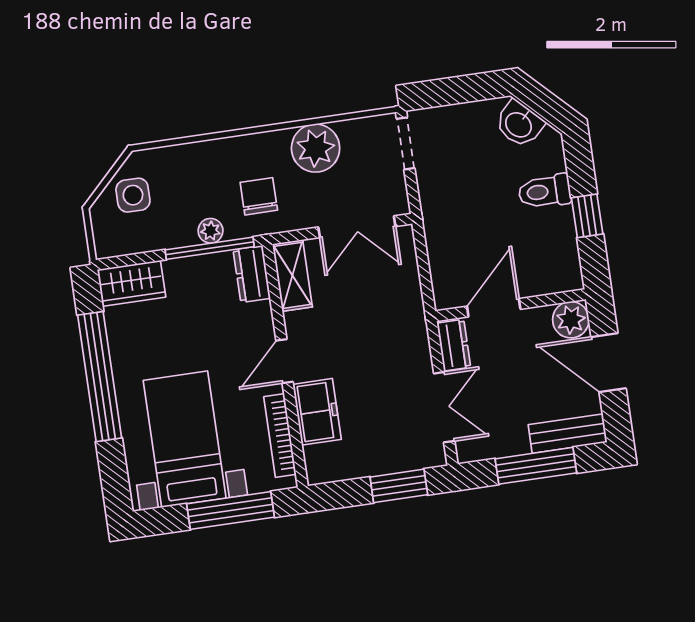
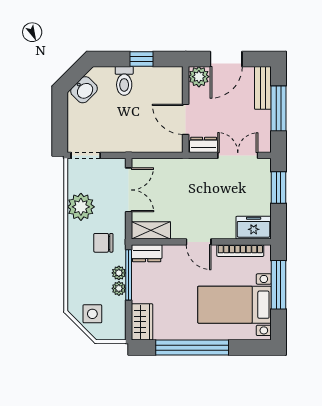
plant: (184, 235) -> (119, 288), added
freezer: (317, 412) -> (254, 228), moved

